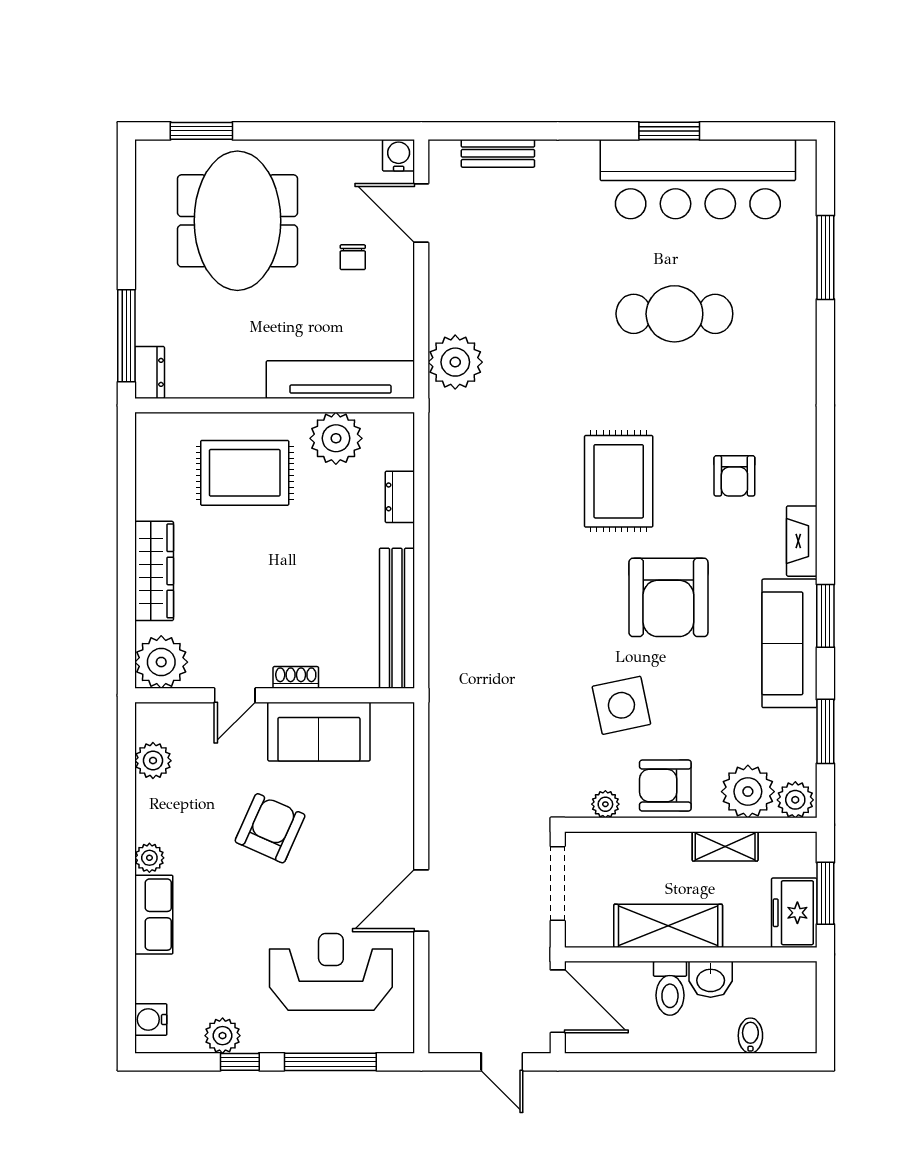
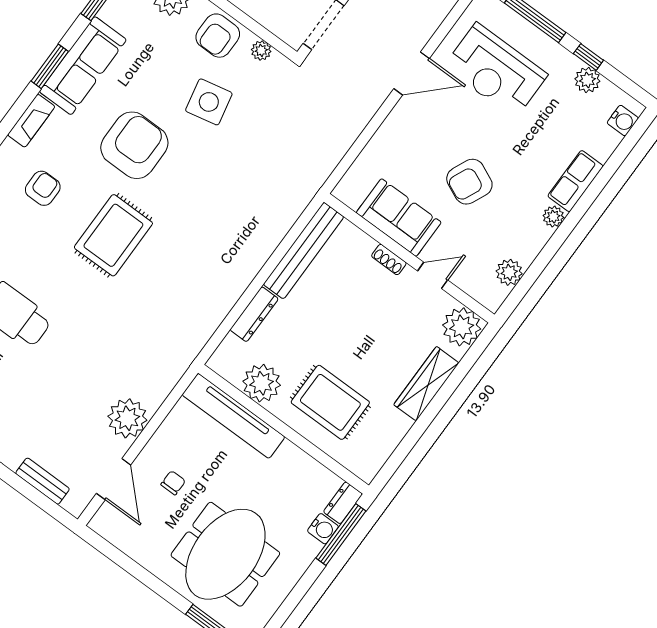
water cooler: (399, 155) -> (323, 529), moved, turned -90
plant: (455, 362) -> (127, 418), moved
dresser: (400, 497) -> (254, 314), width x1.44
armchair: (665, 786) -> (218, 36), turned 90

